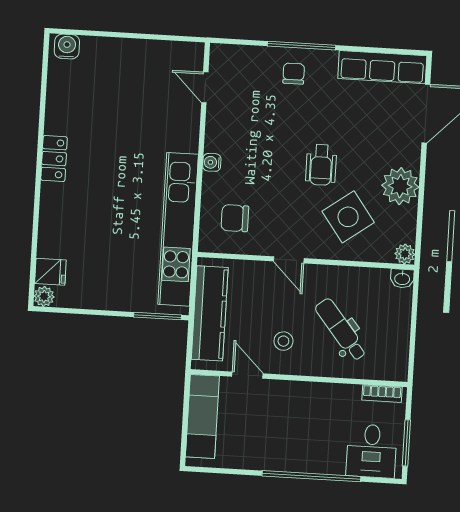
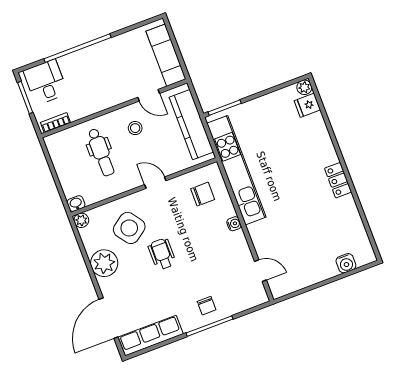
water cooler: (67, 46) -> (346, 263), moved
dental chair: (341, 330) -> (101, 152), turned 39

